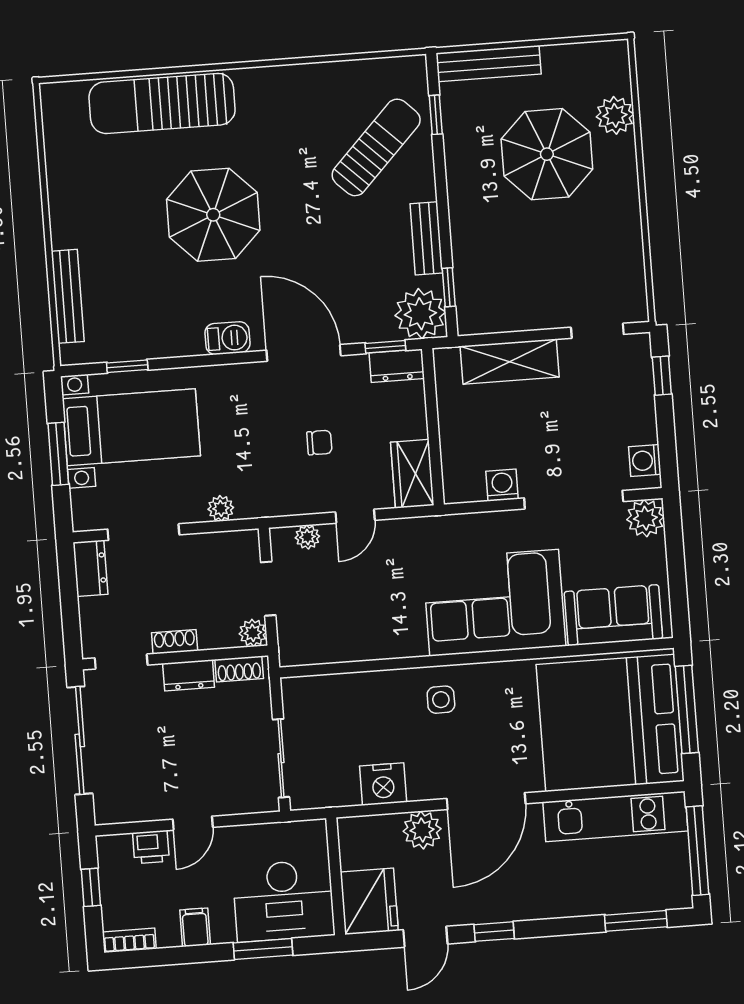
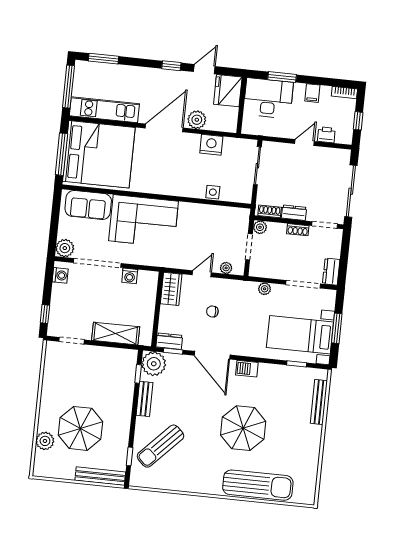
side table: (441, 700) -> (213, 192), moved

